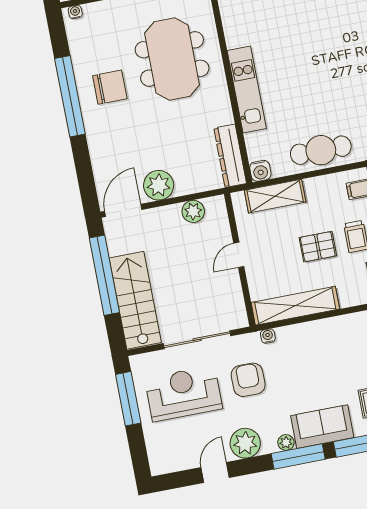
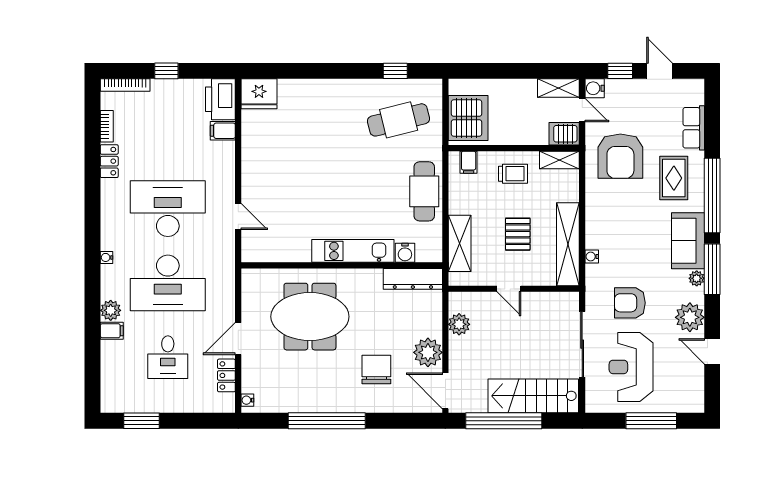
chair: (110, 87) -> (376, 369), moved
water cooler: (260, 171) -> (405, 253), moved, turned 90
pallet: (318, 247) -> (518, 234), moved
water cooler: (268, 336) -> (592, 256), moved
window: (128, 399) -> (651, 421), moved

